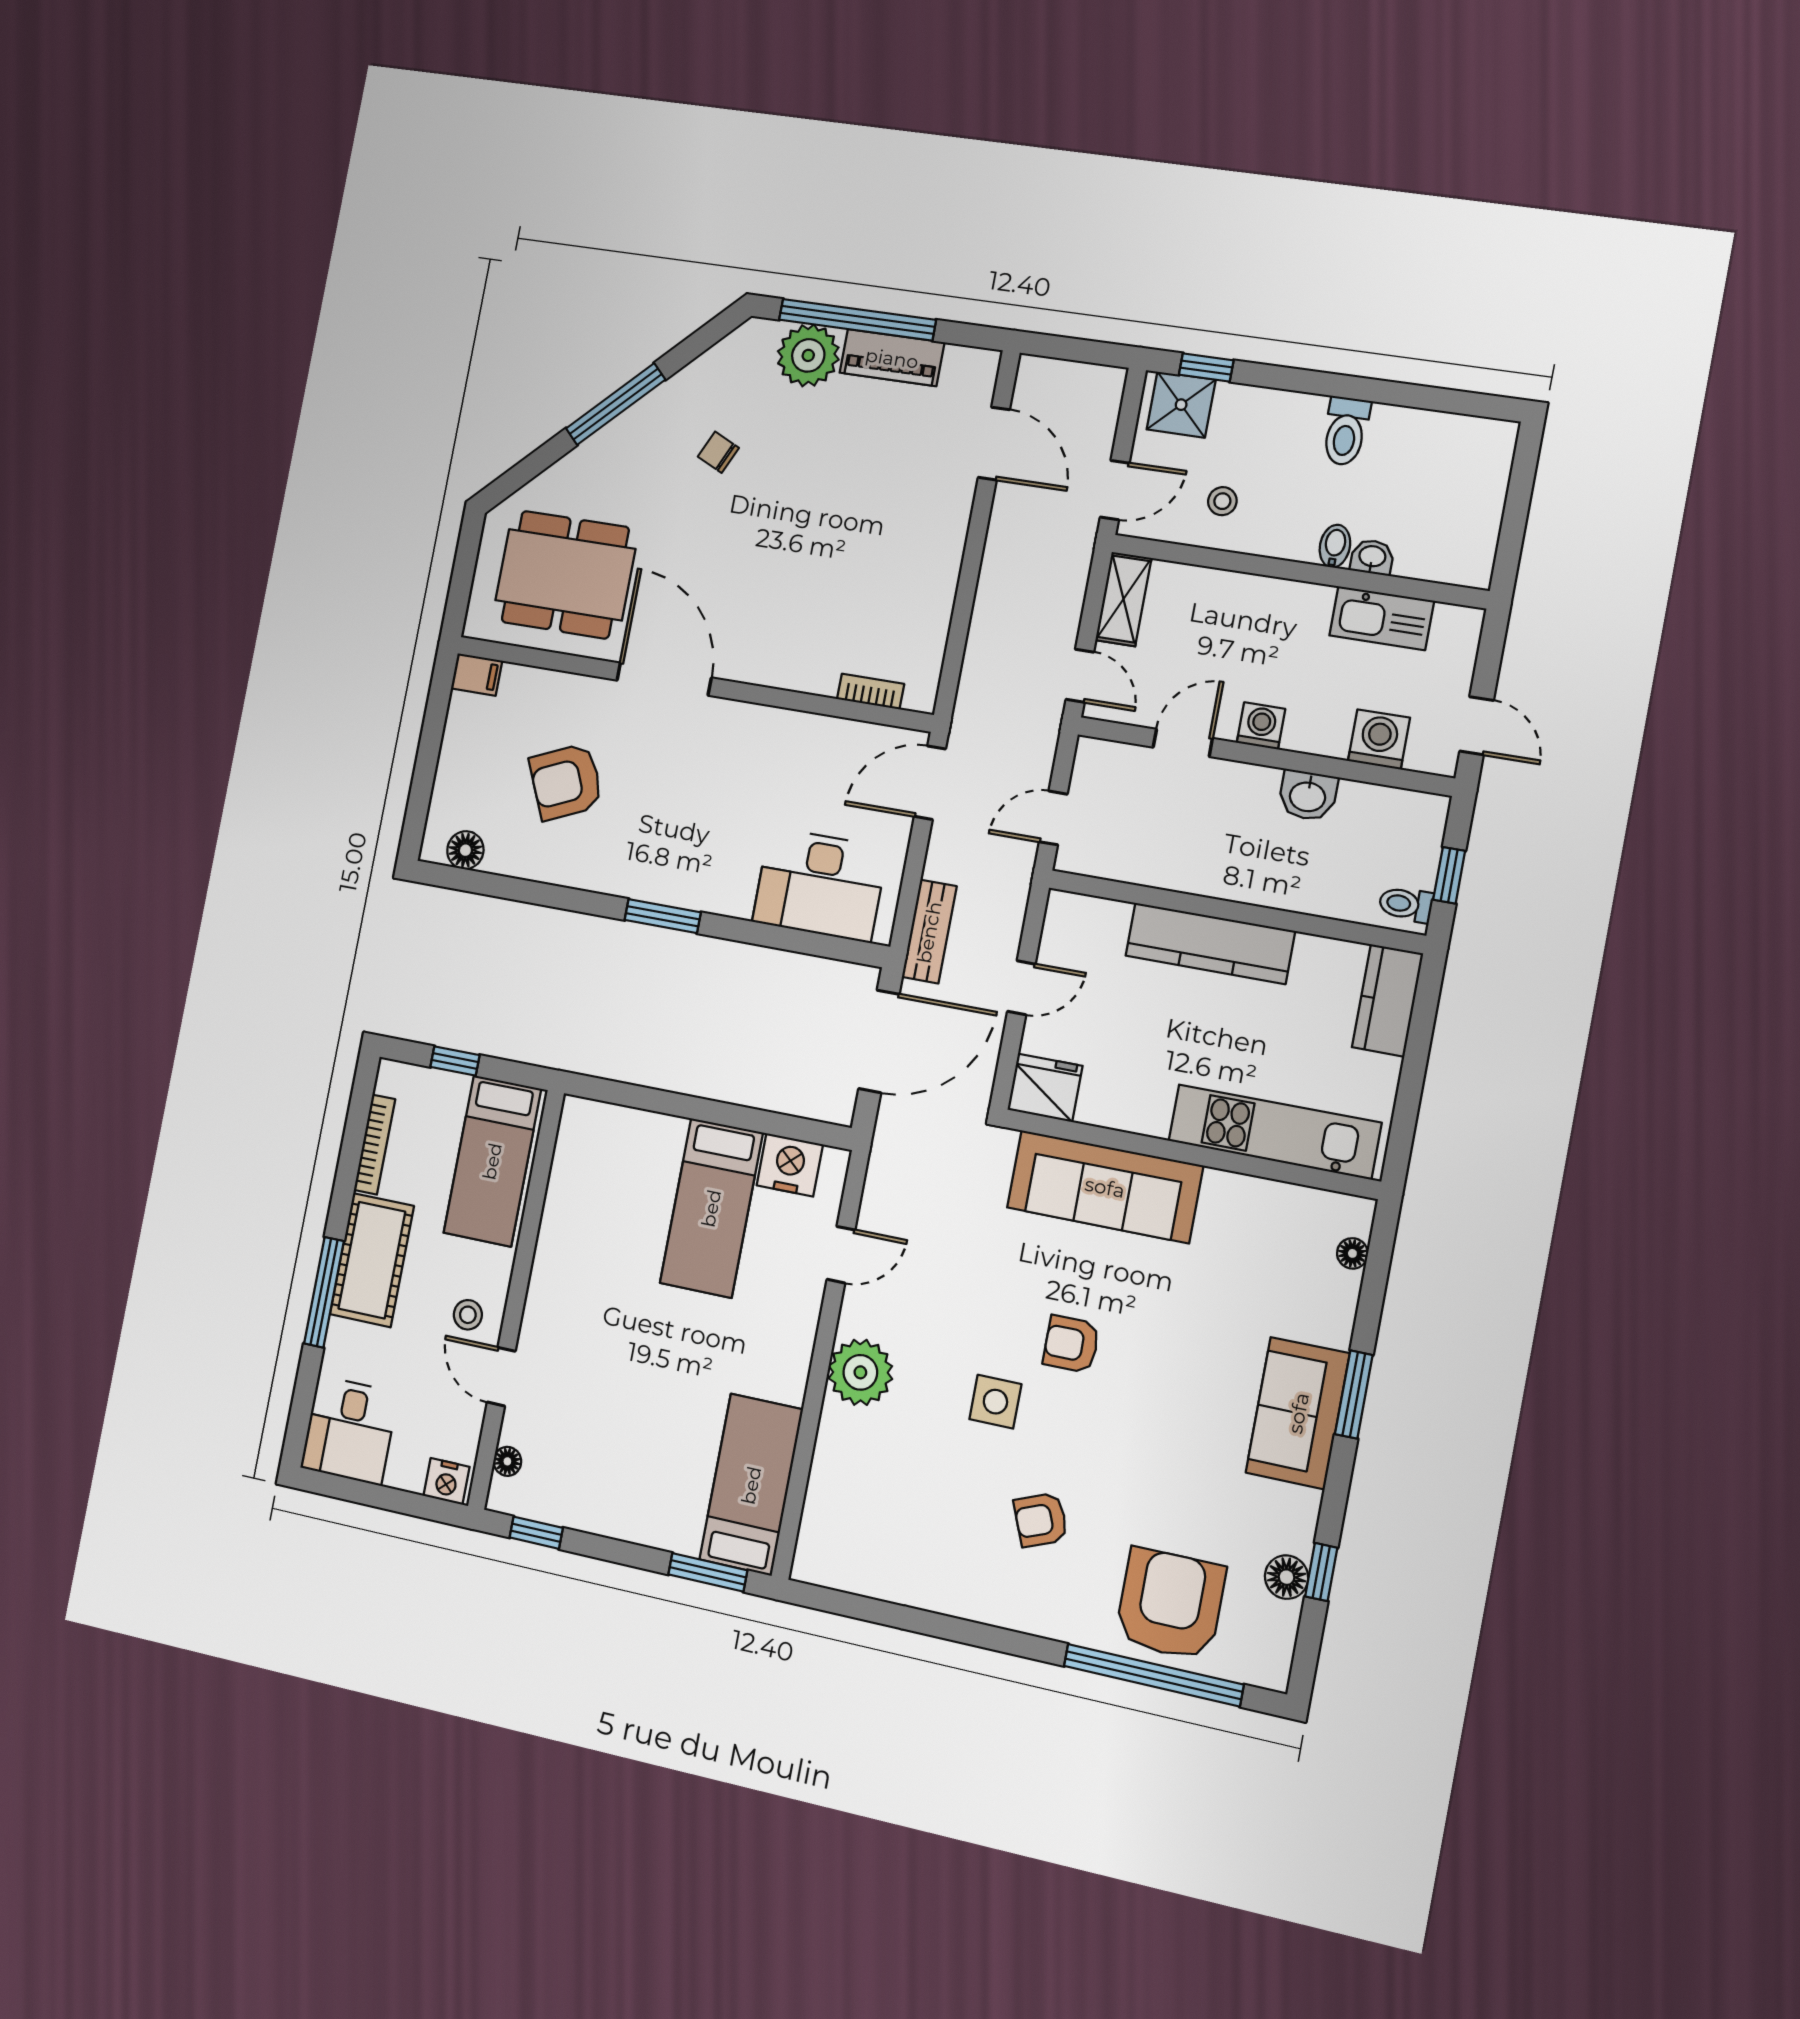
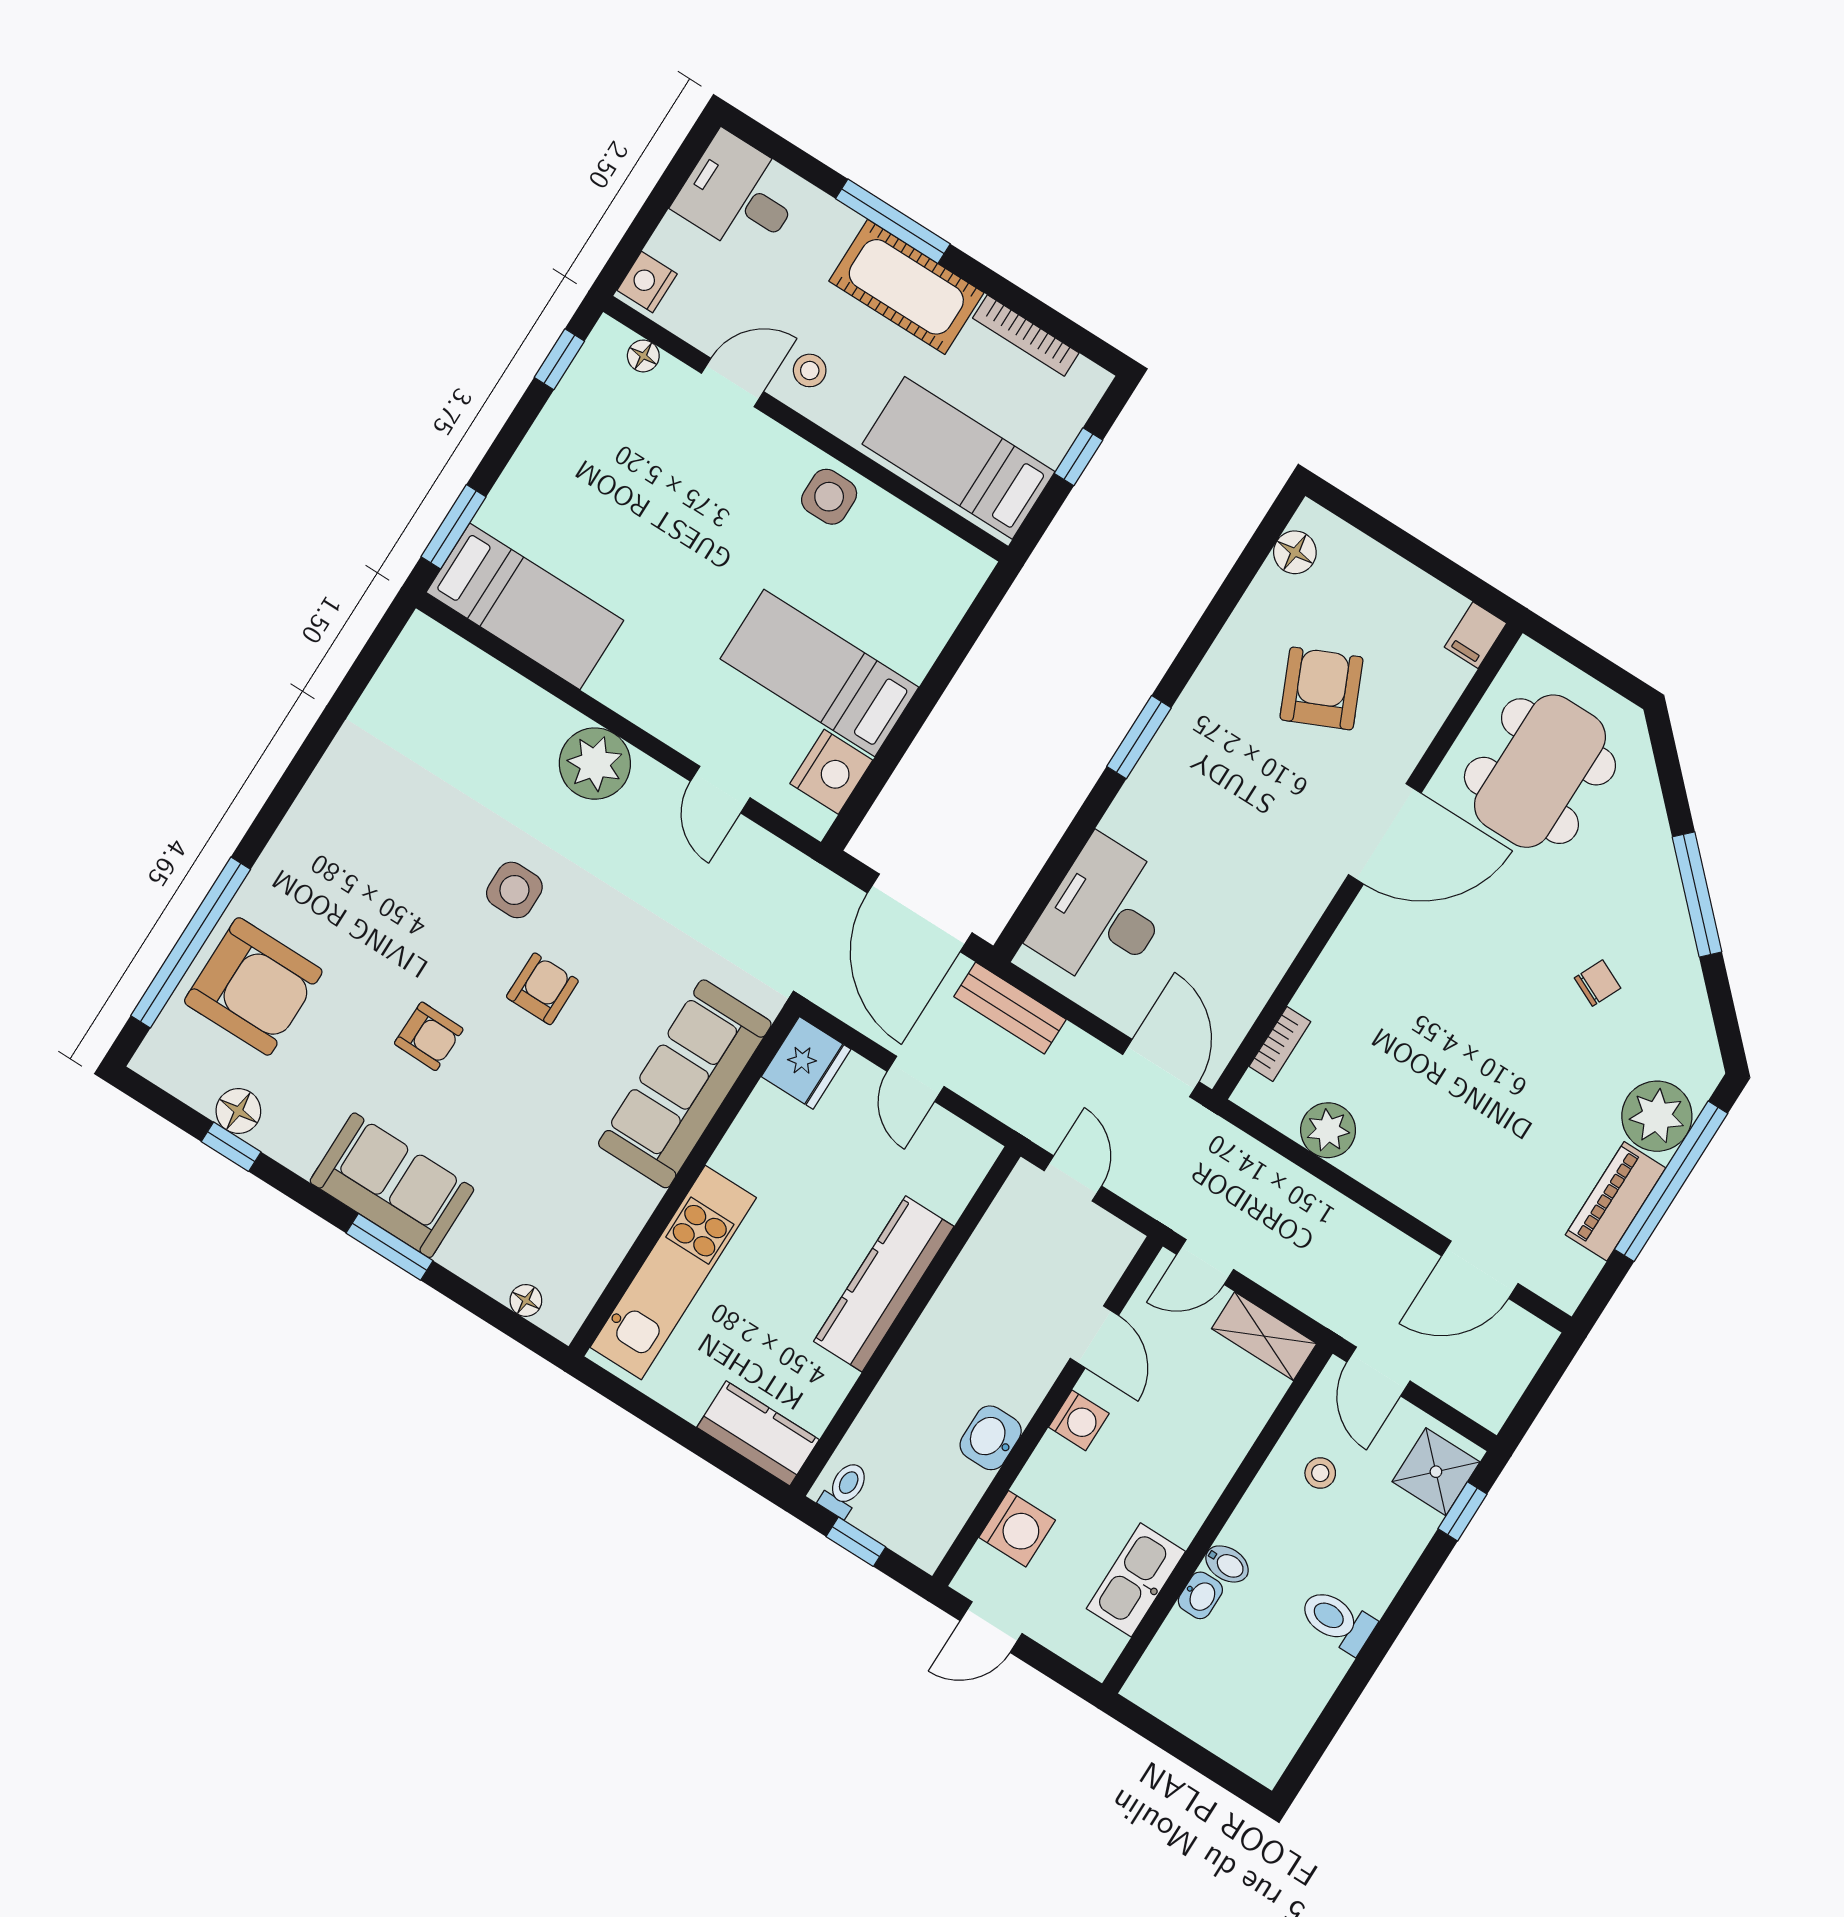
plant: (927, 620) -> (1328, 1130), added
side table: (564, 1258) -> (829, 497), added
armchair: (1041, 1520) -> (429, 1036), moved, turned 113

